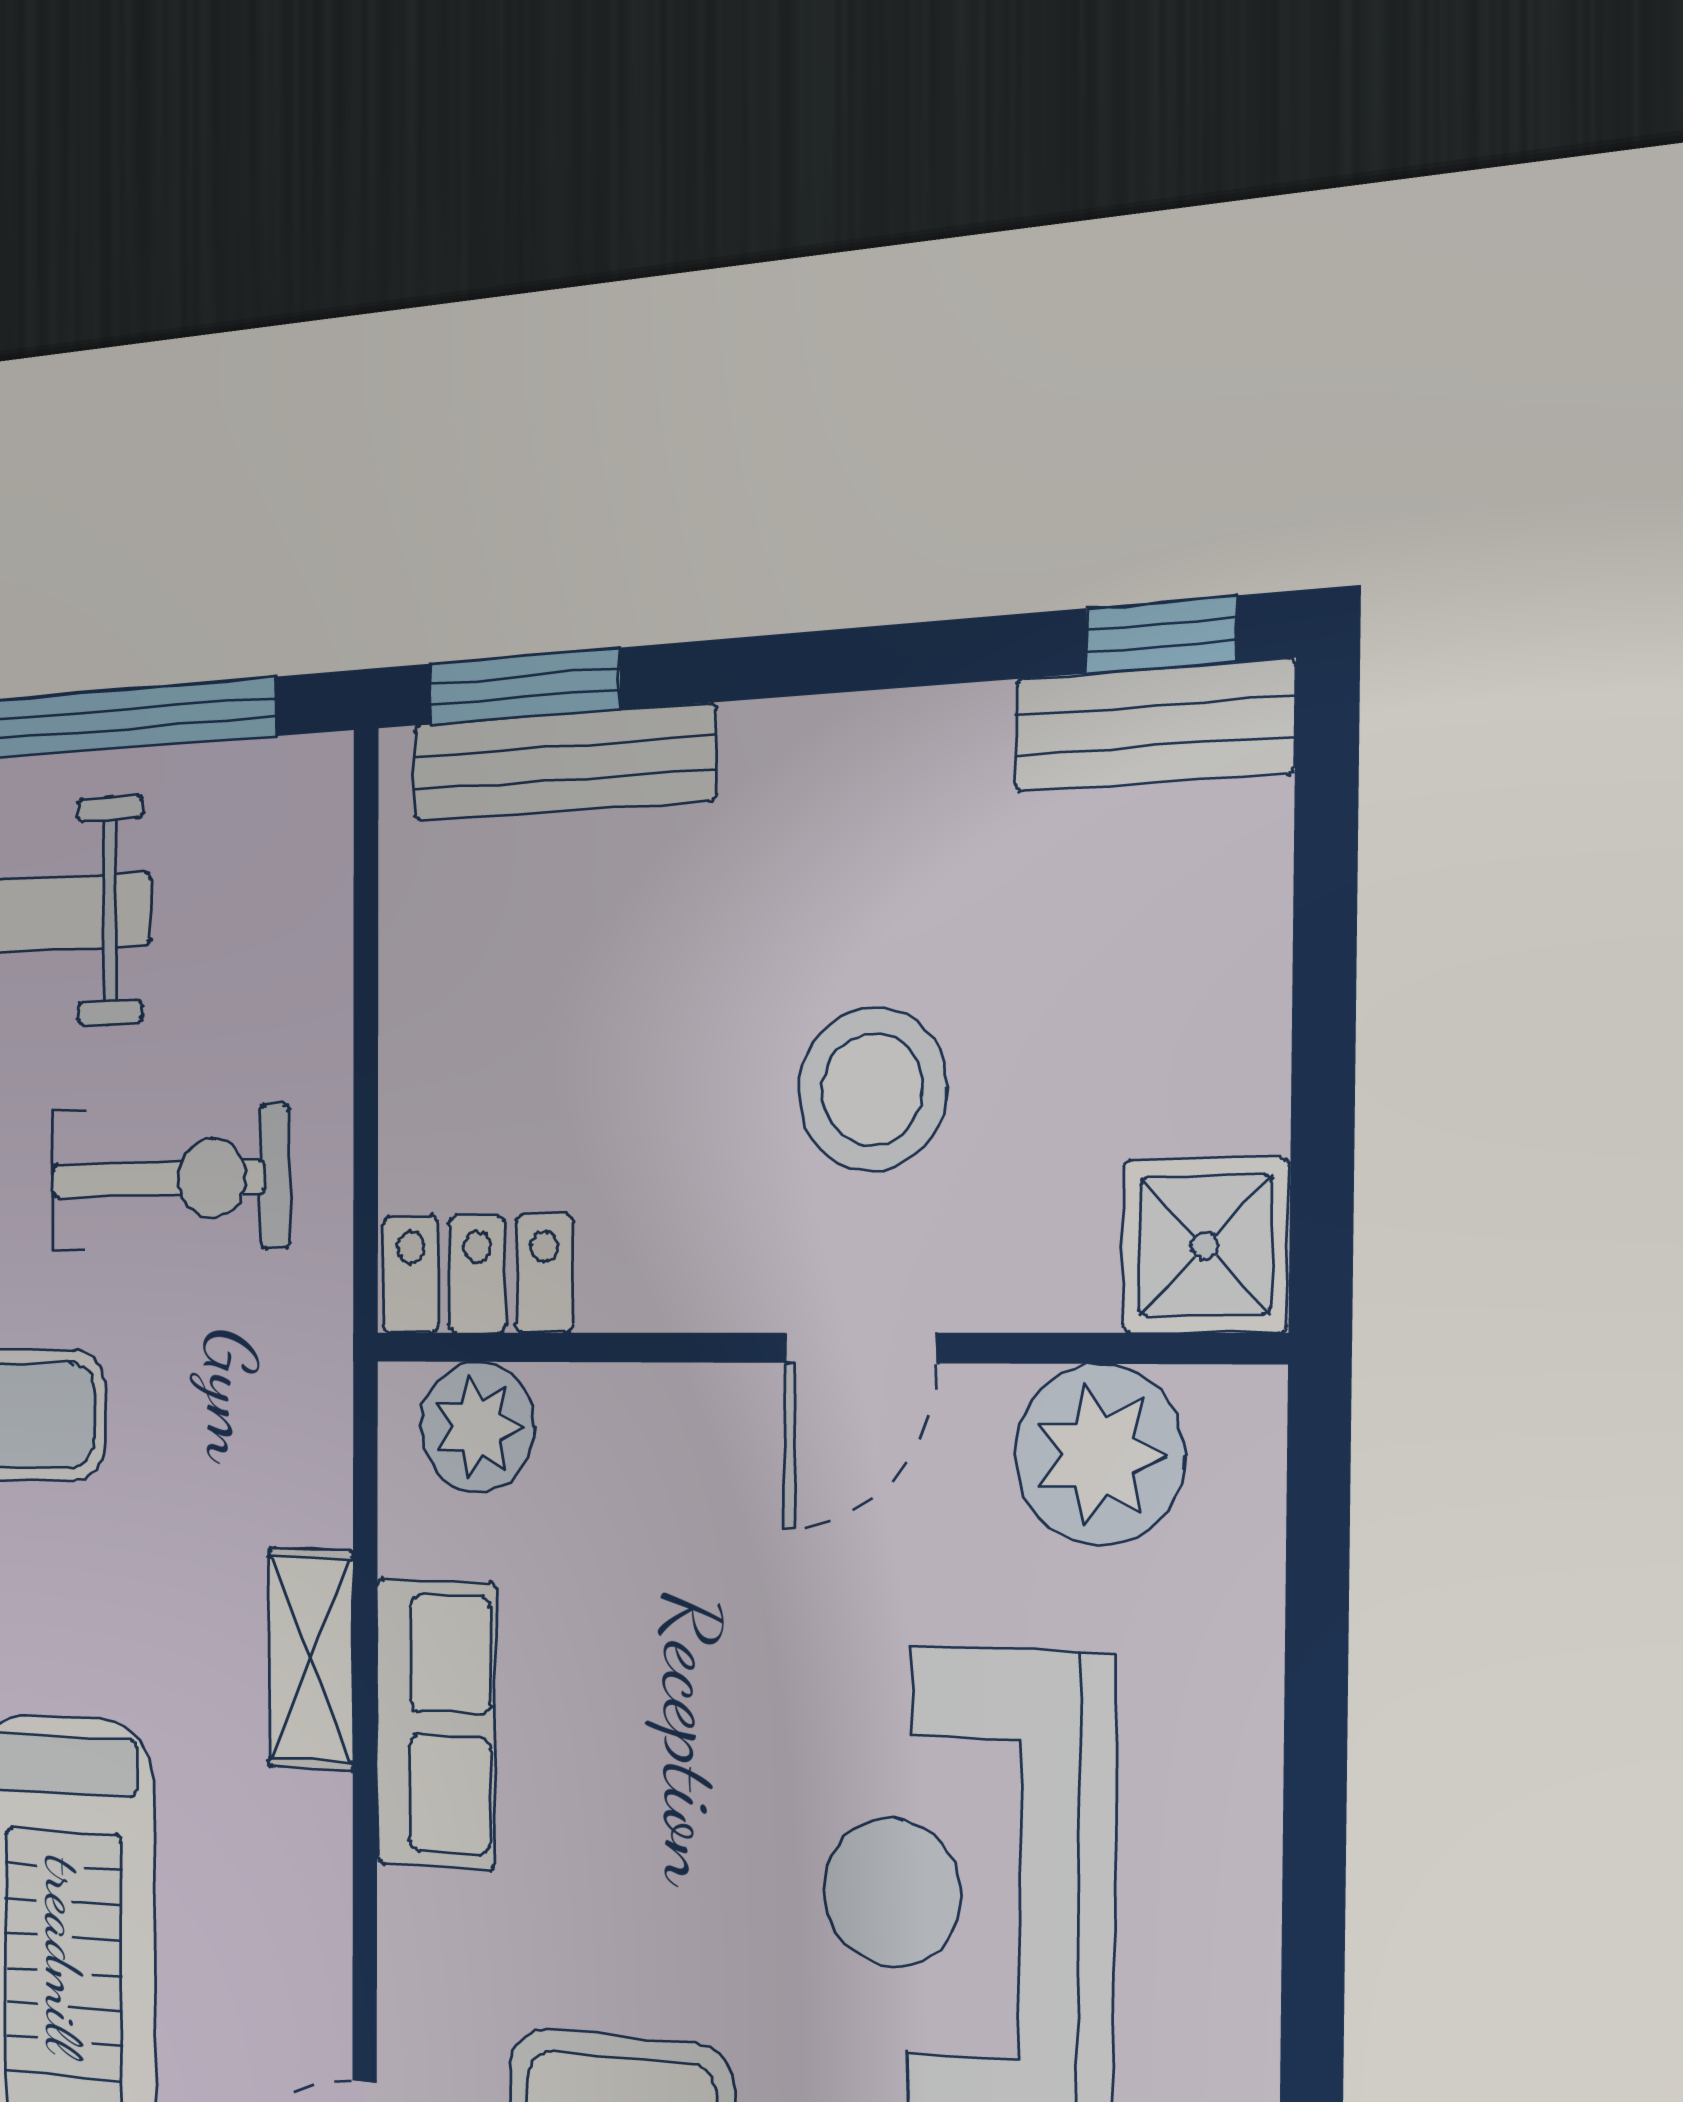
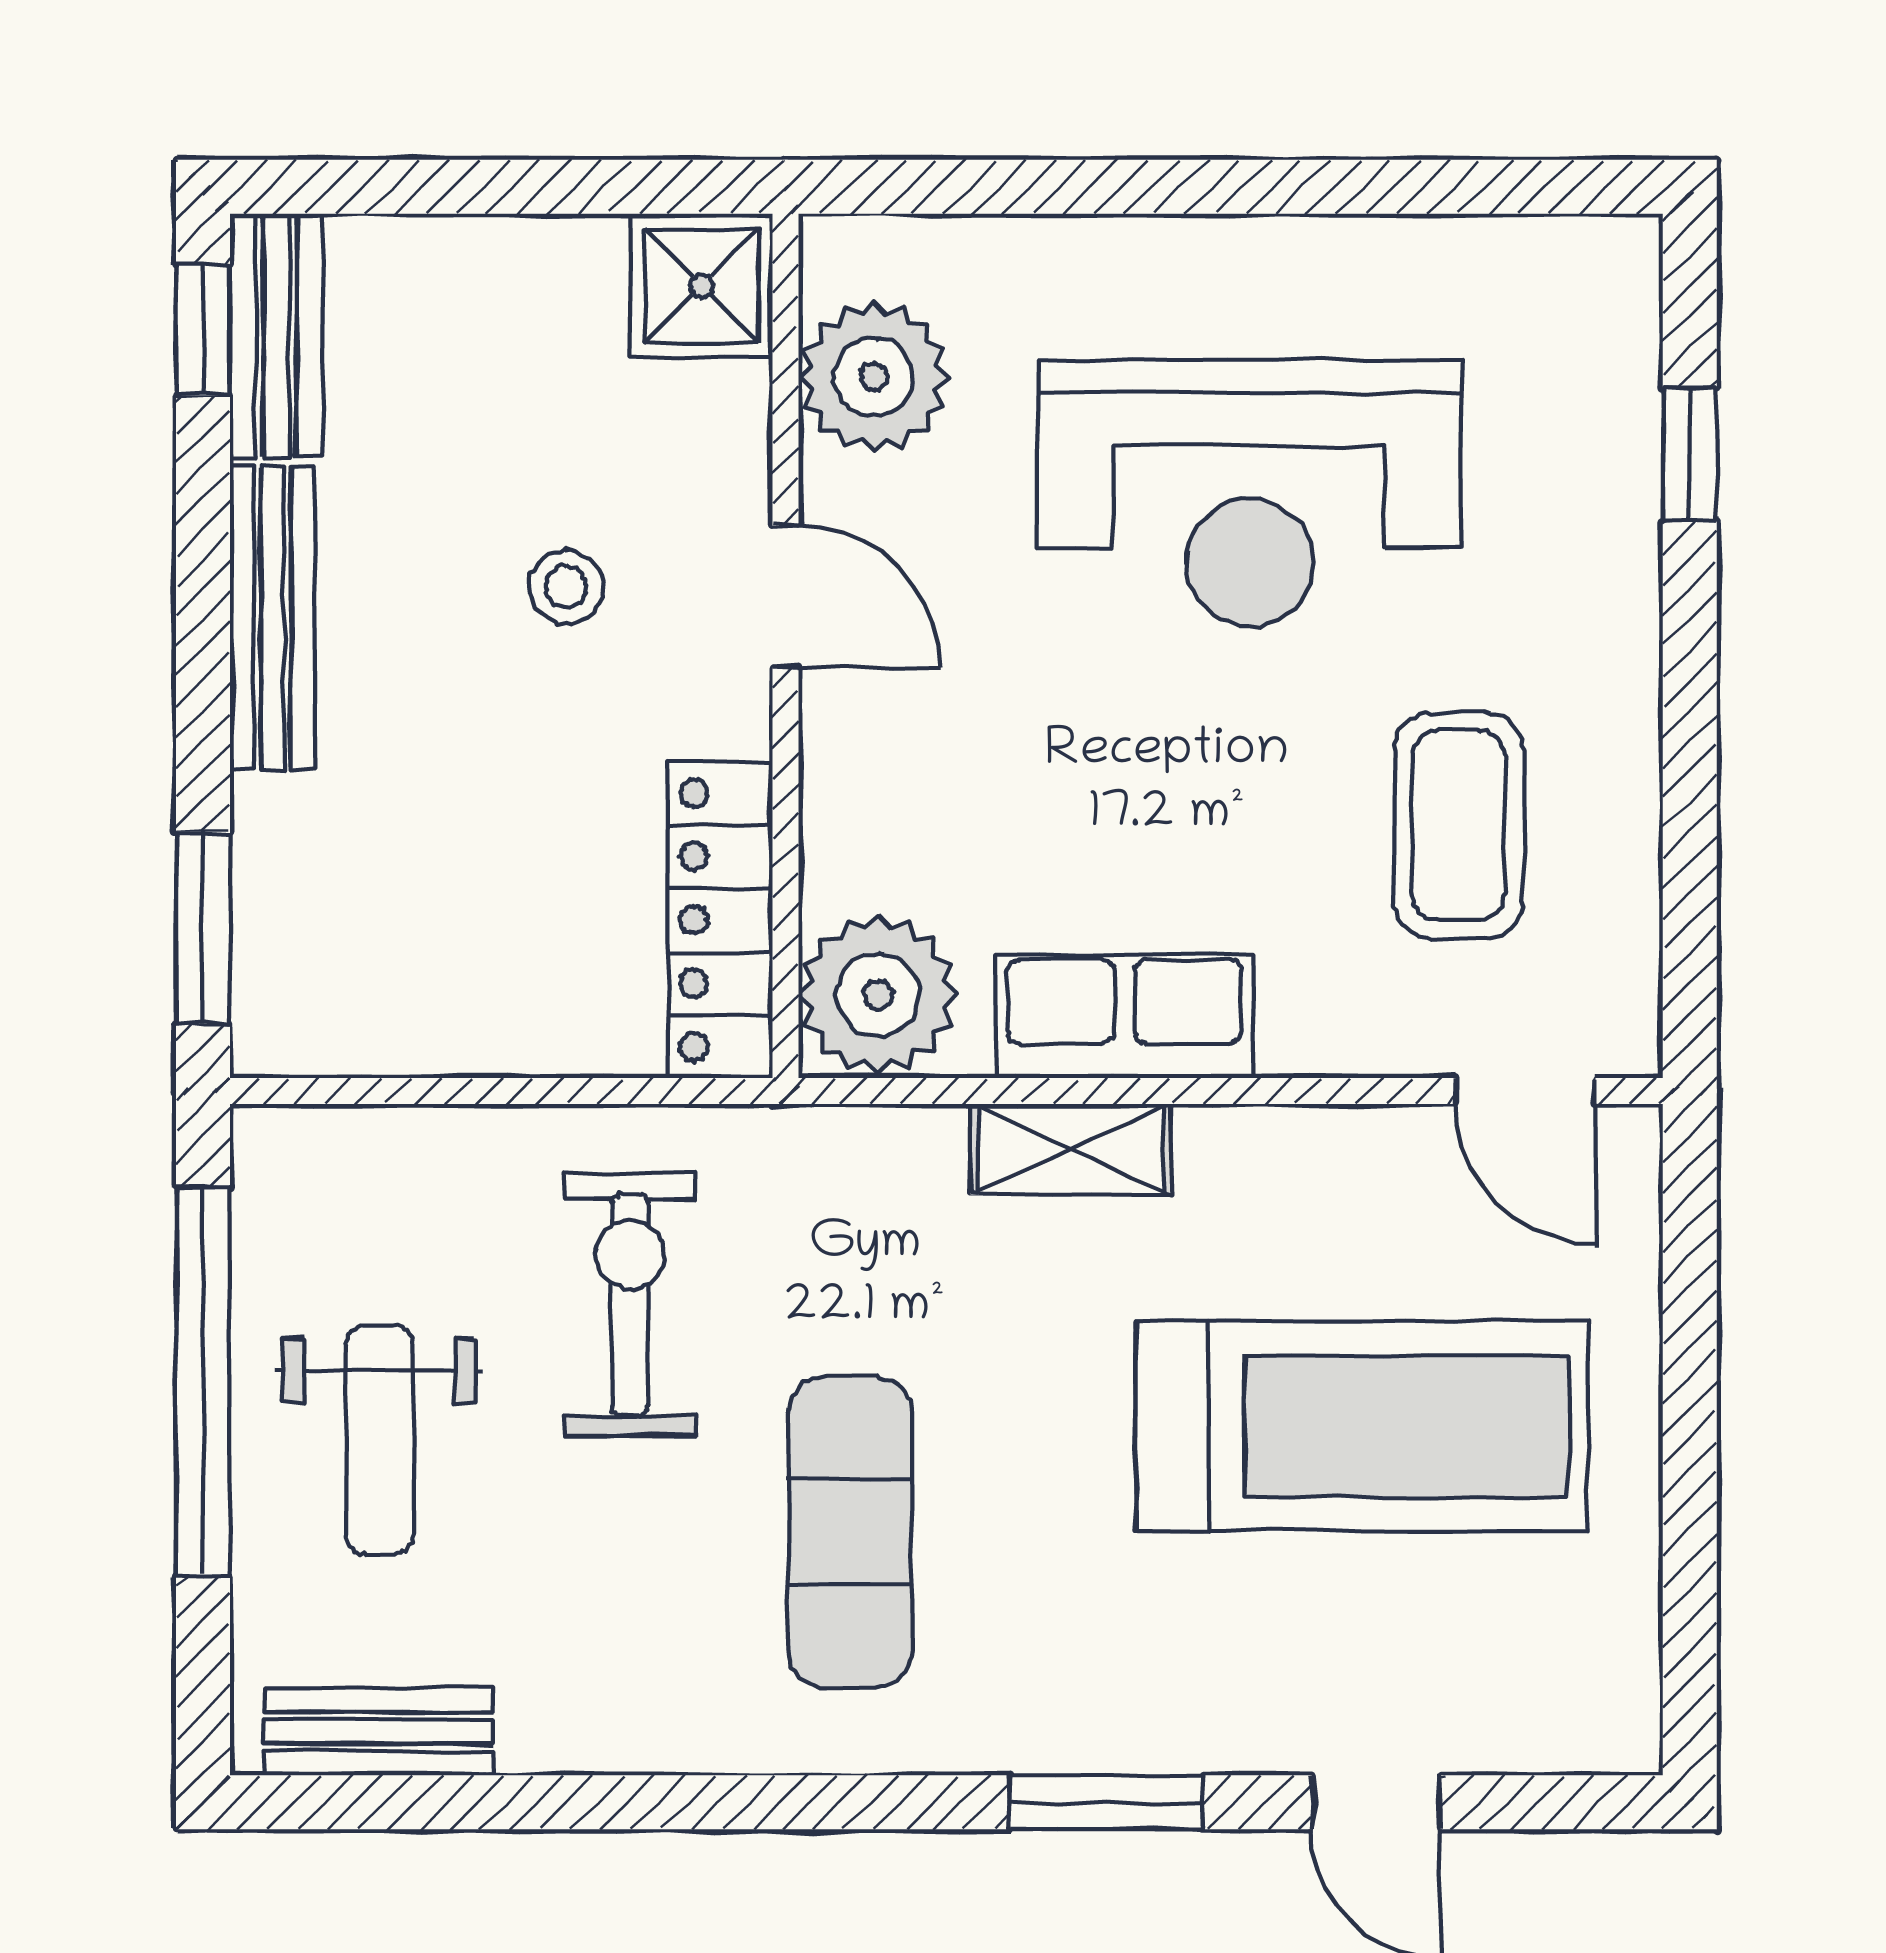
bench: (563, 763) -> (272, 618), moved
stool: (873, 1089) -> (566, 587), width x0.53, depth x0.53
locker: (477, 1274) -> (720, 920), width x1.53
plant: (477, 1427) -> (878, 995), width x1.36, depth x1.36

